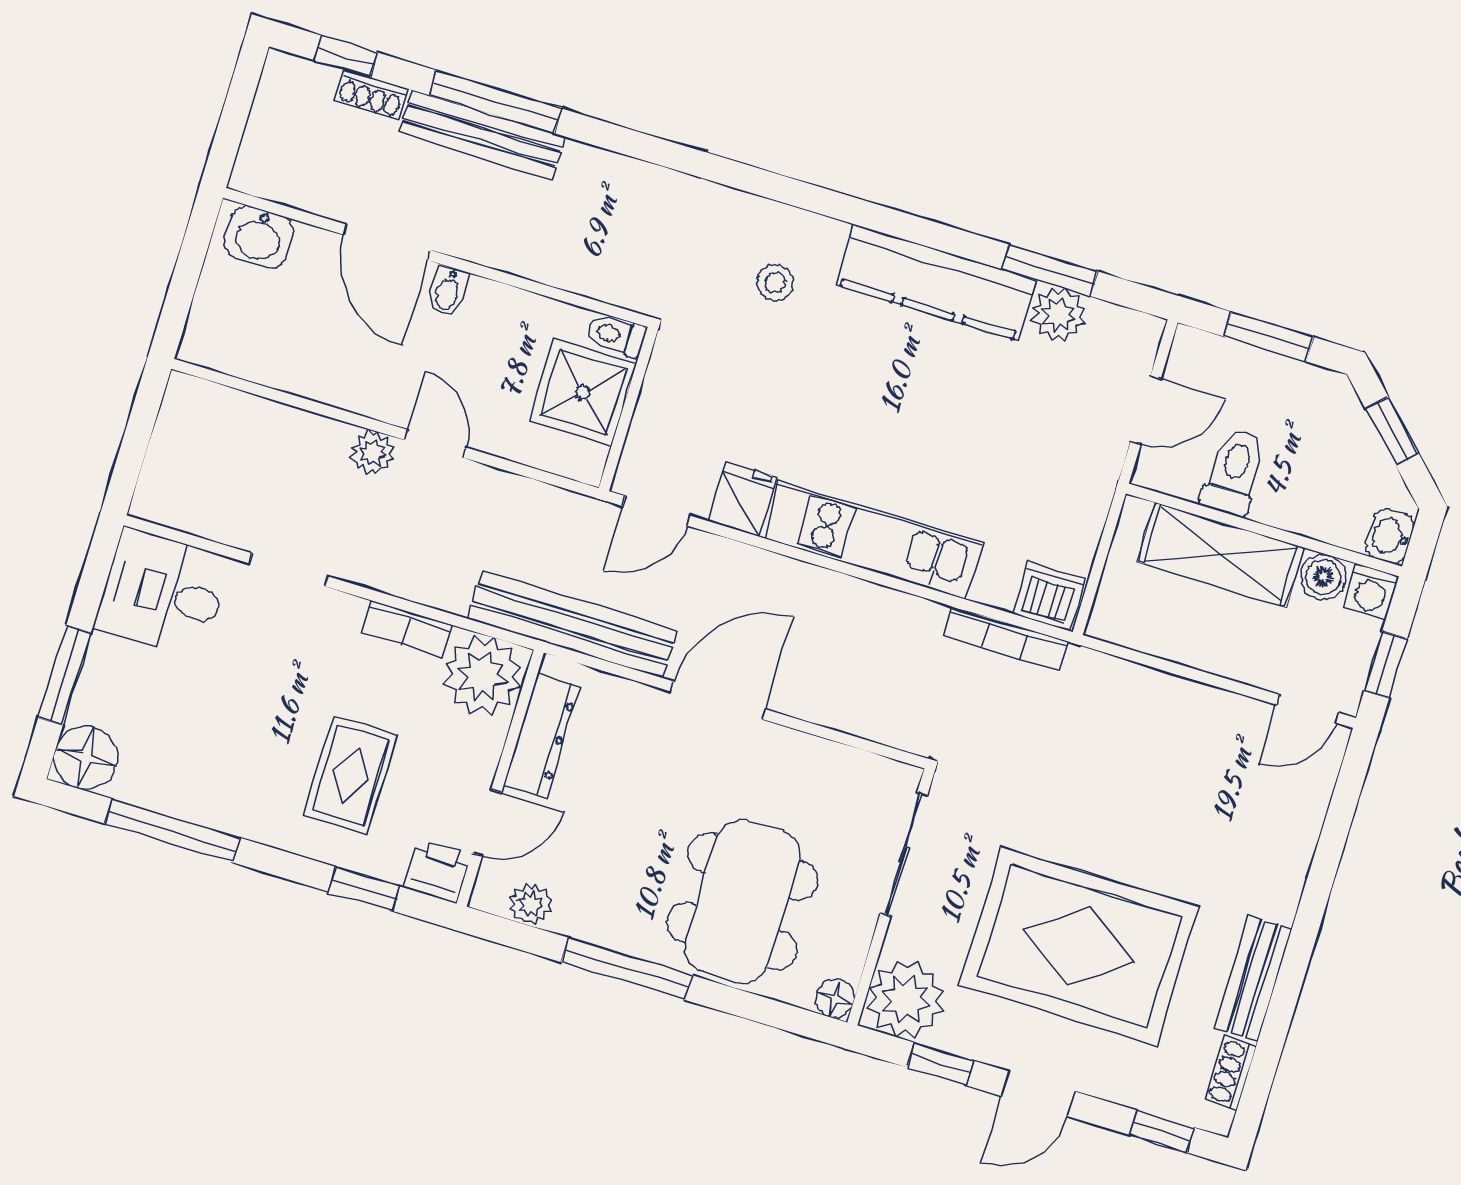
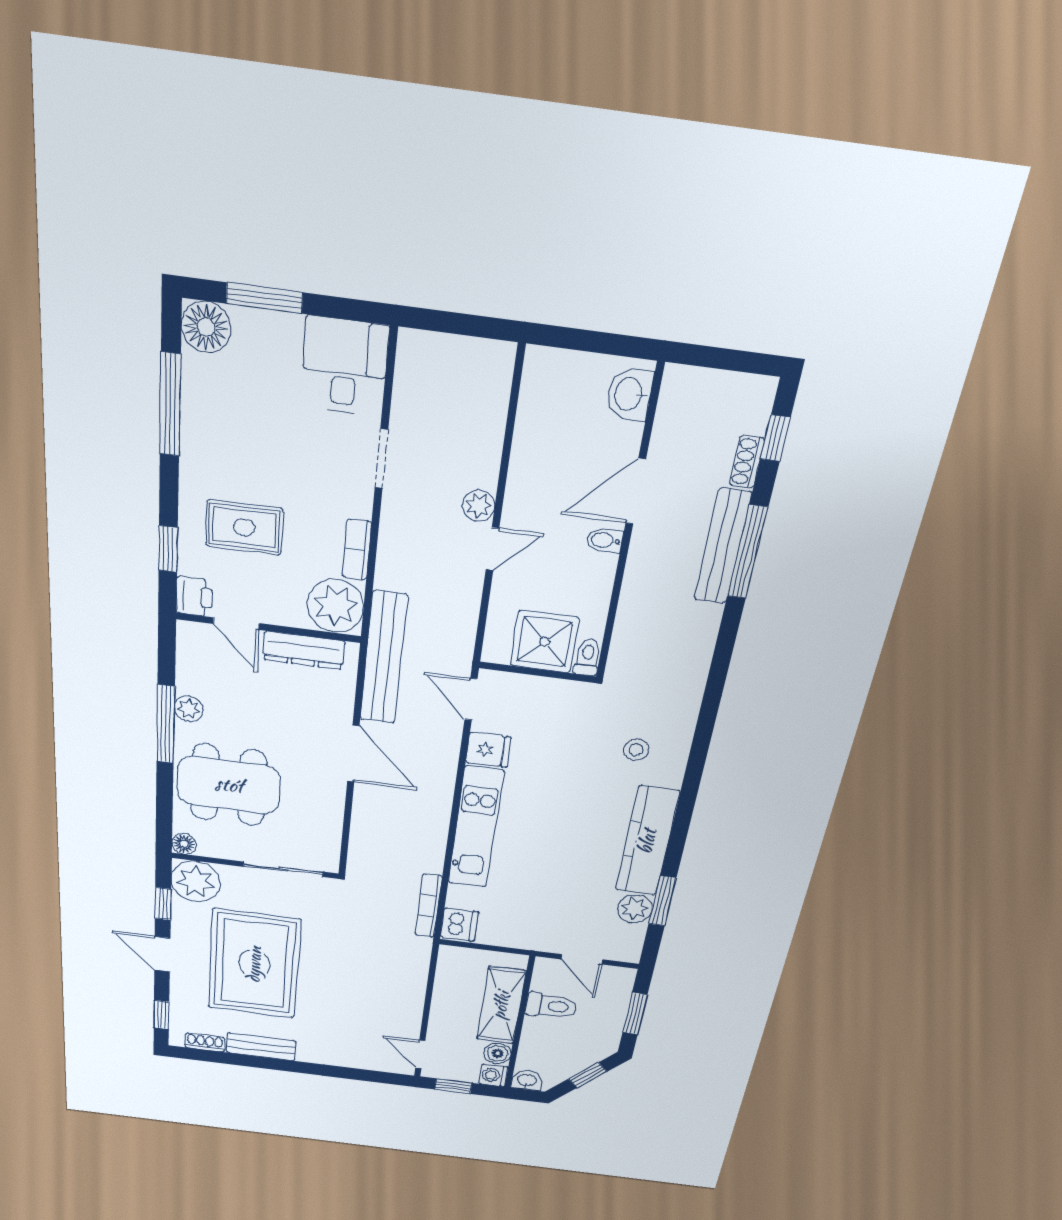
plant: (531, 904) -> (189, 709), moved

